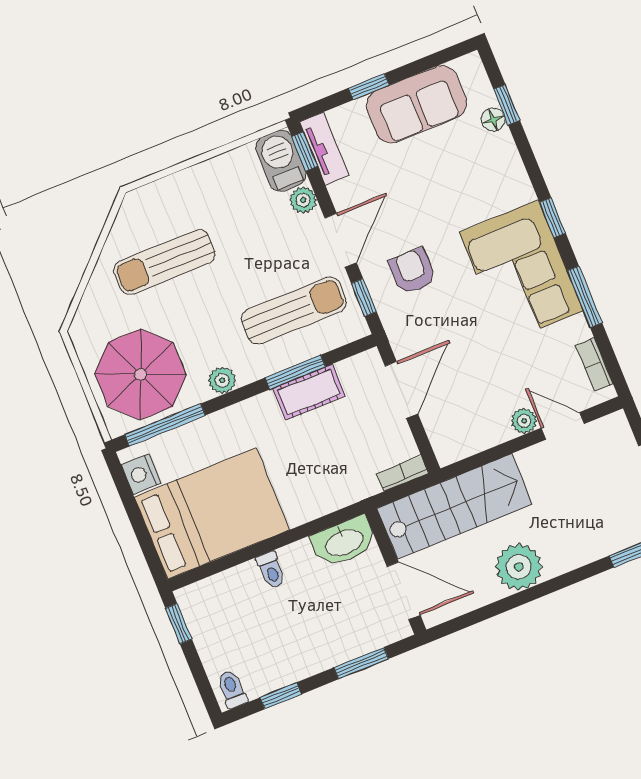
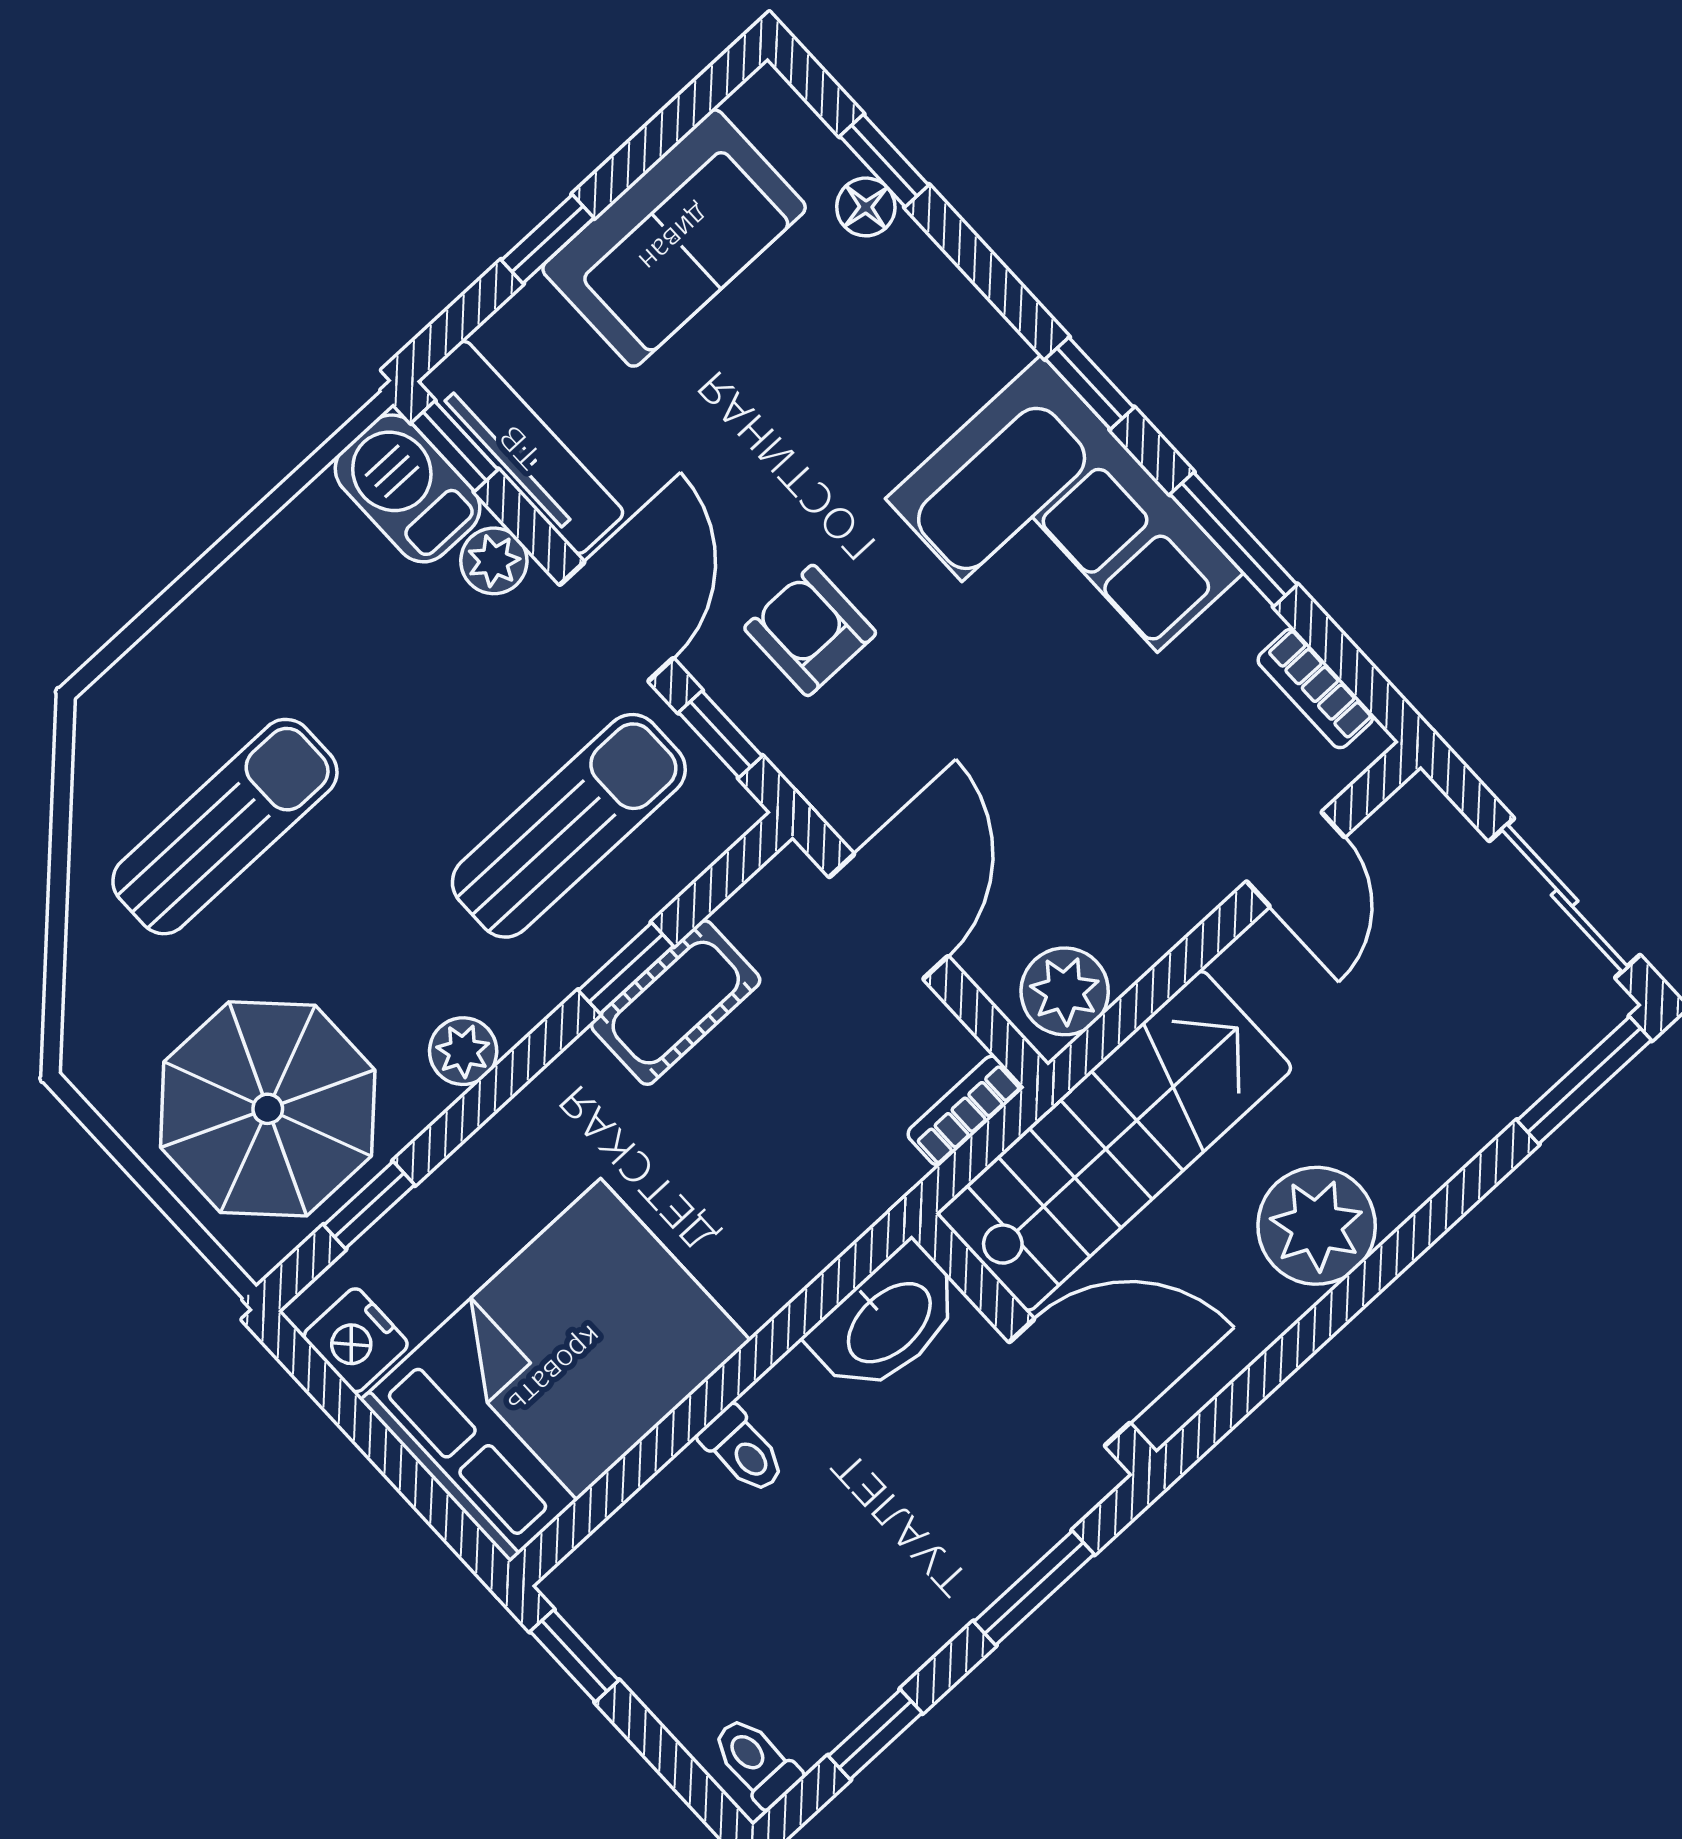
tv unit: (324, 148) -> (521, 447), width x1.41
sun lounger: (164, 262) -> (225, 827), turned 180
window: (295, 372) -> (626, 968), width x0.67
plant: (524, 421) -> (1065, 991), moved, width x1.38, depth x1.38
window: (165, 425) -> (369, 1205), width x0.46
door: (563, 426) -> (1296, 859), swing flipped

